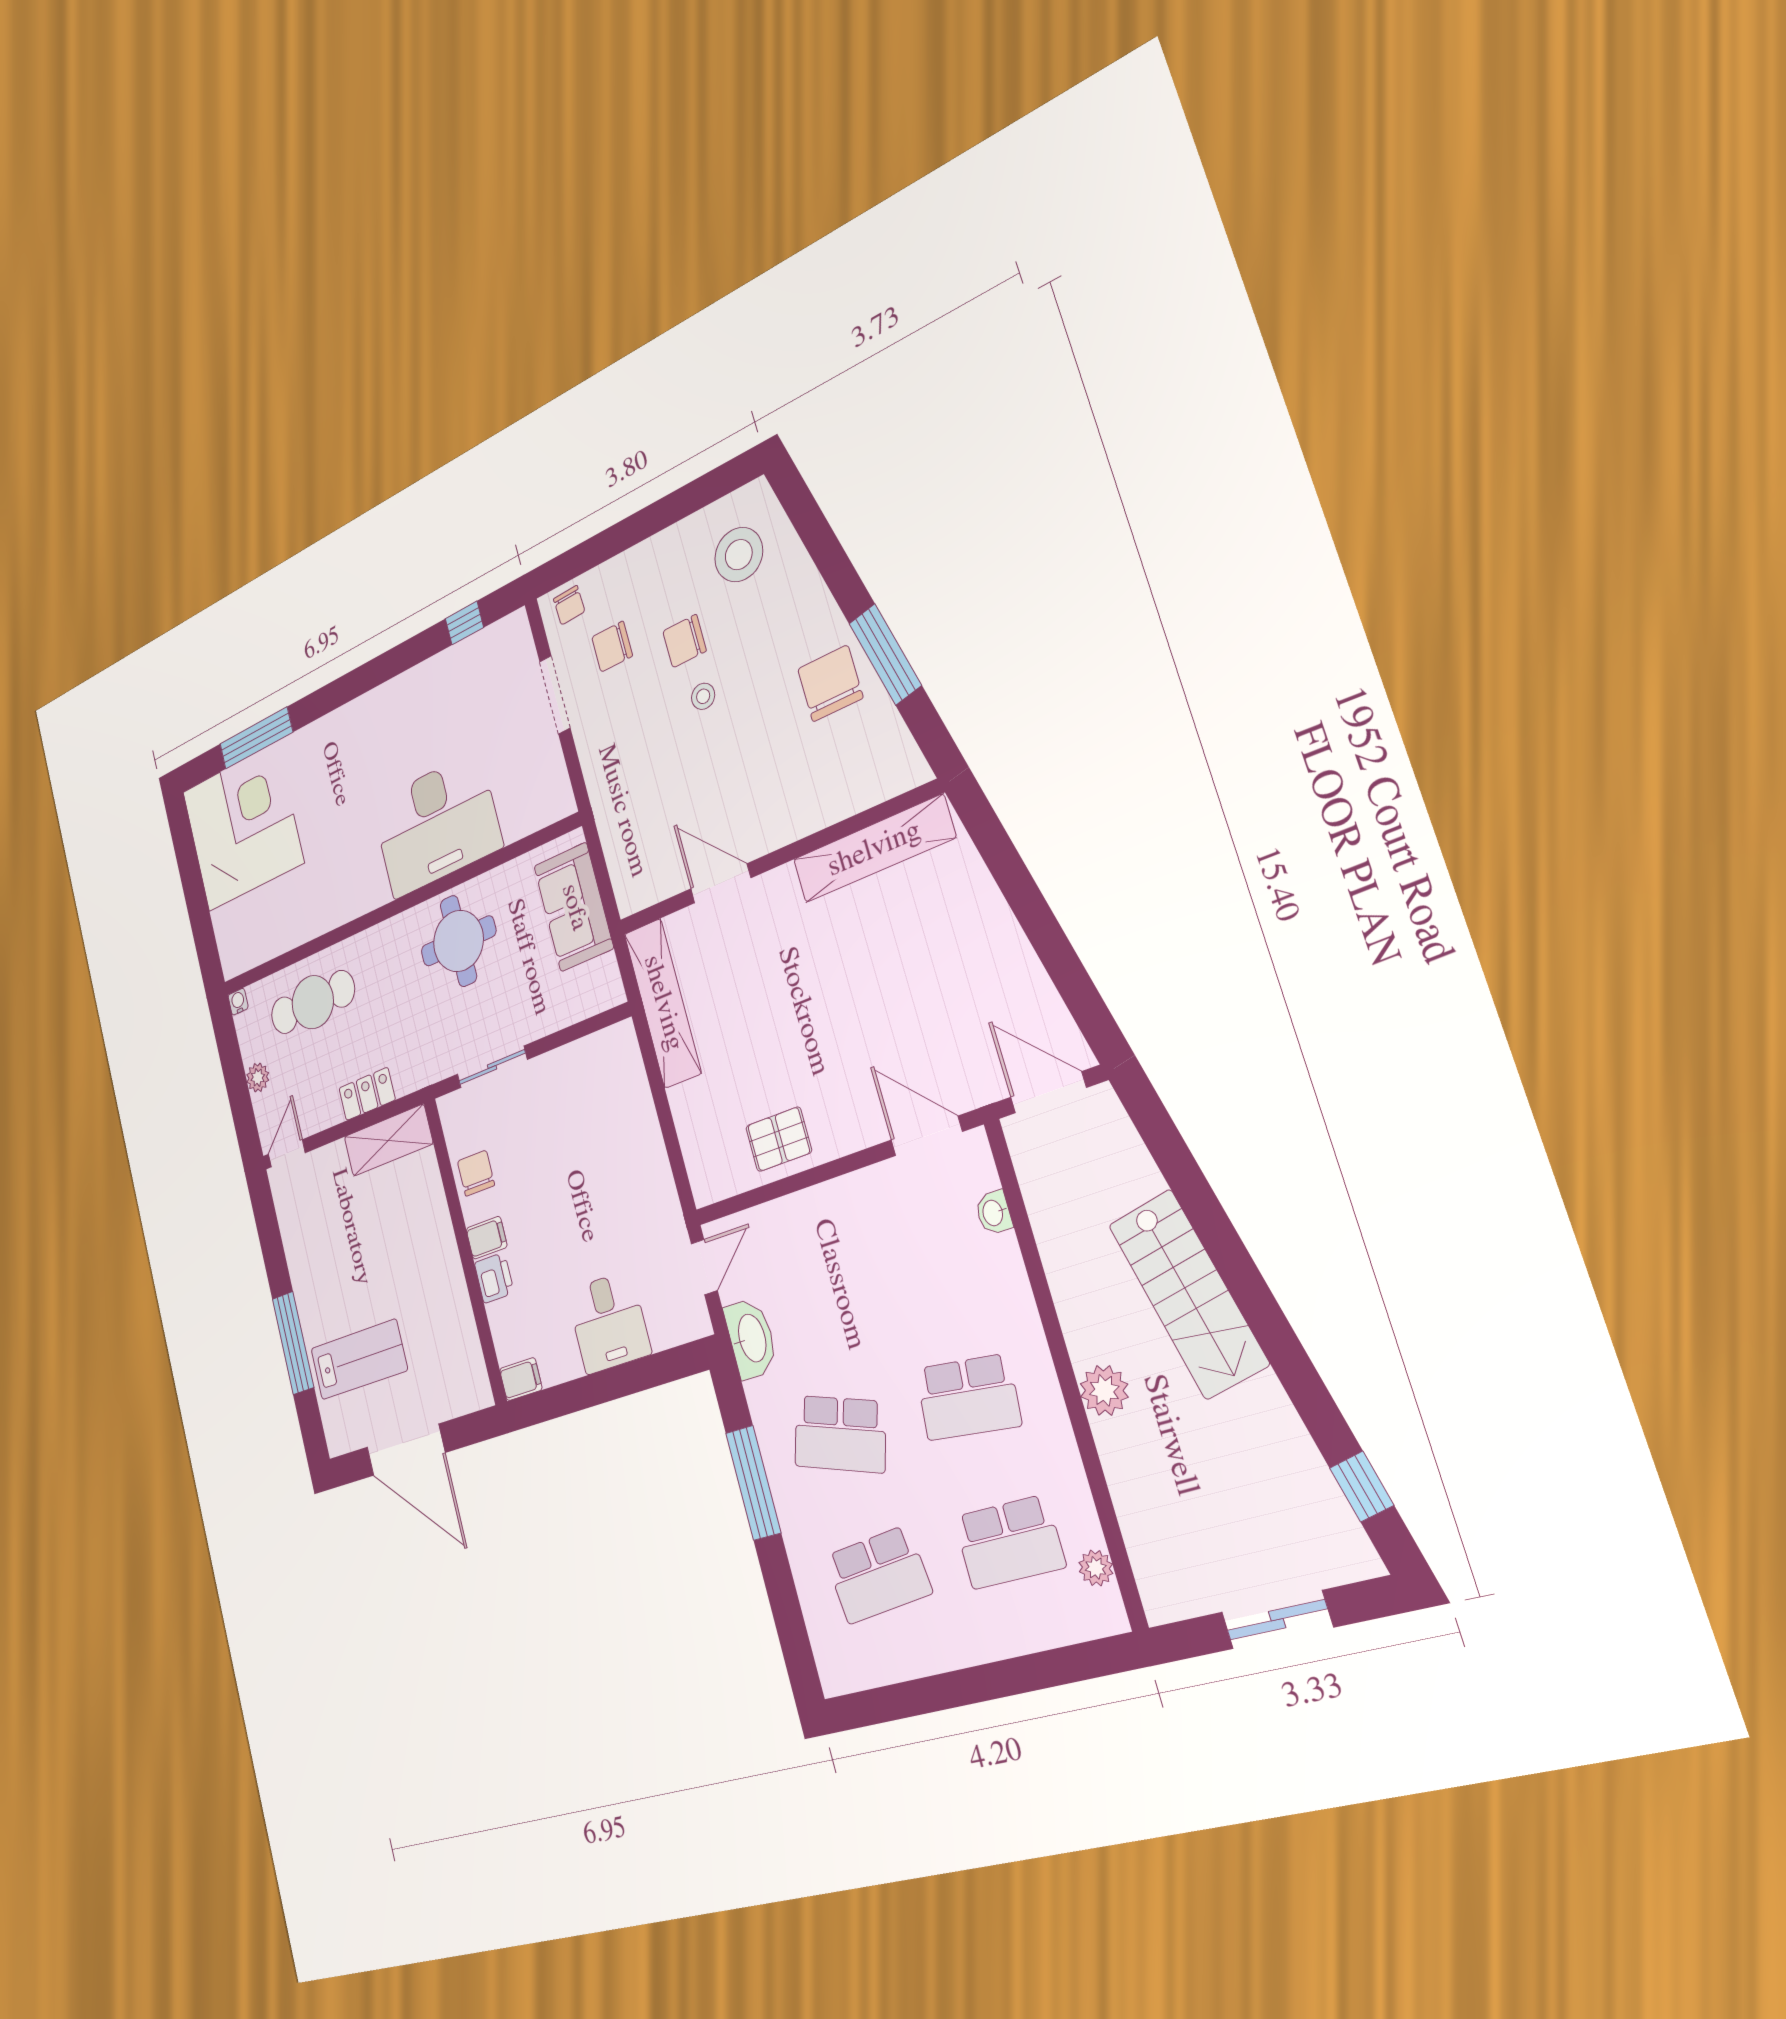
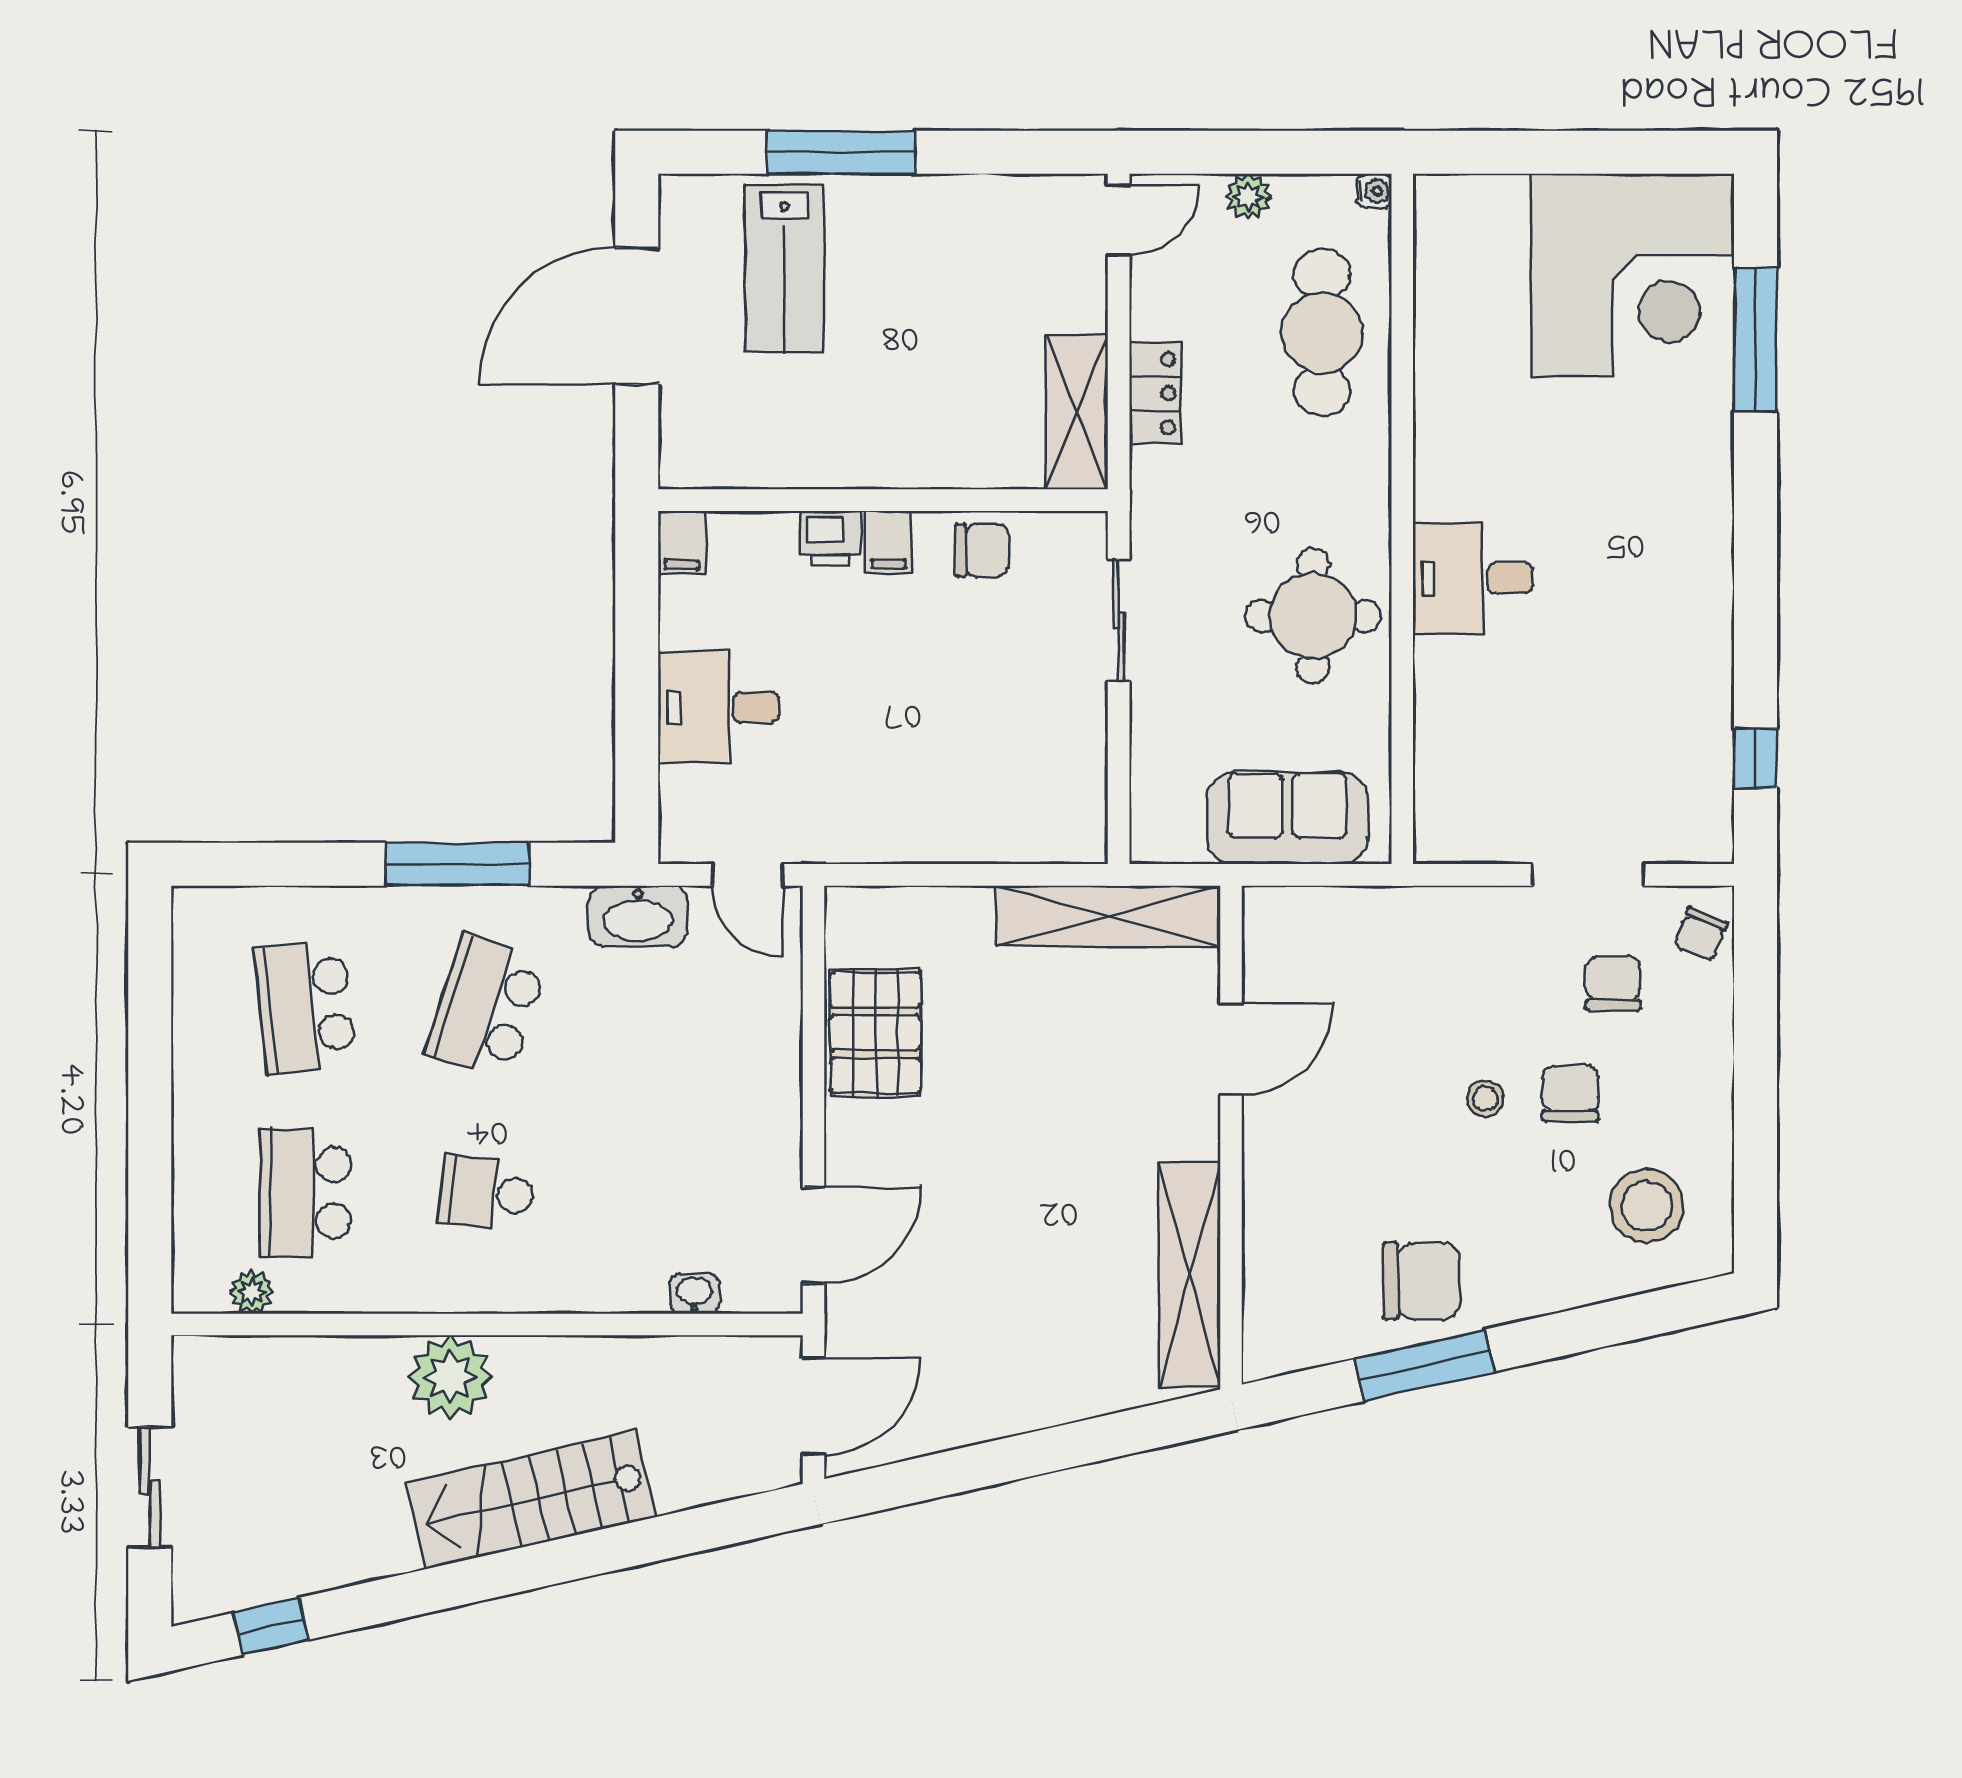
chair: (569, 605) -> (1701, 934), turned -66
desk: (436, 825) -> (1473, 578), width x0.53, depth x0.77
pallet: (779, 1139) -> (875, 1033), width x1.50, depth x1.42
door: (287, 1153) -> (1119, 220), hinge flipped
plant: (1104, 1390) -> (450, 1377), width x1.36, depth x1.36
school desk: (968, 1397) -> (487, 1193), width x0.54

